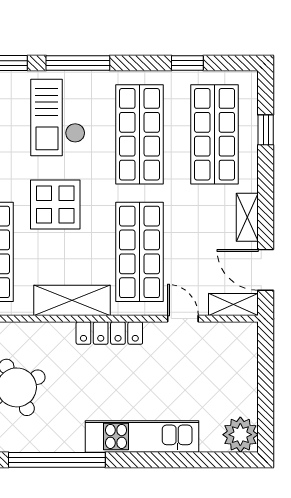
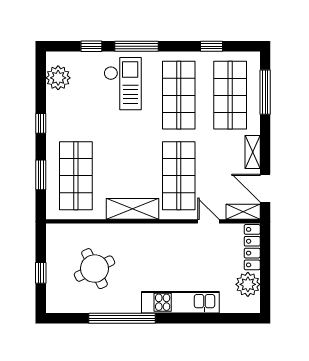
checkout: (58, 118) -> (123, 84), turned 180
window: (266, 130) -> (265, 92), width x2.17
display table: (55, 204) -> (121, 143), removed
locker: (109, 333) -> (252, 247), moved, turned 90
plant: (240, 435) -> (248, 284), moved

